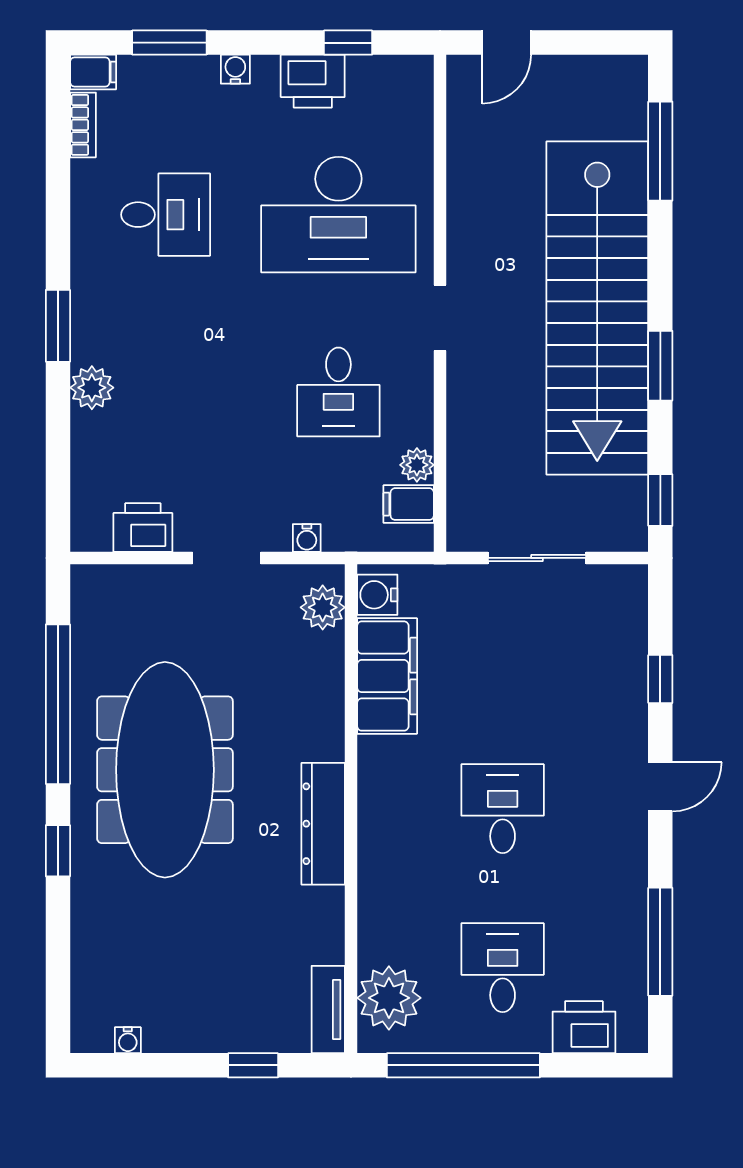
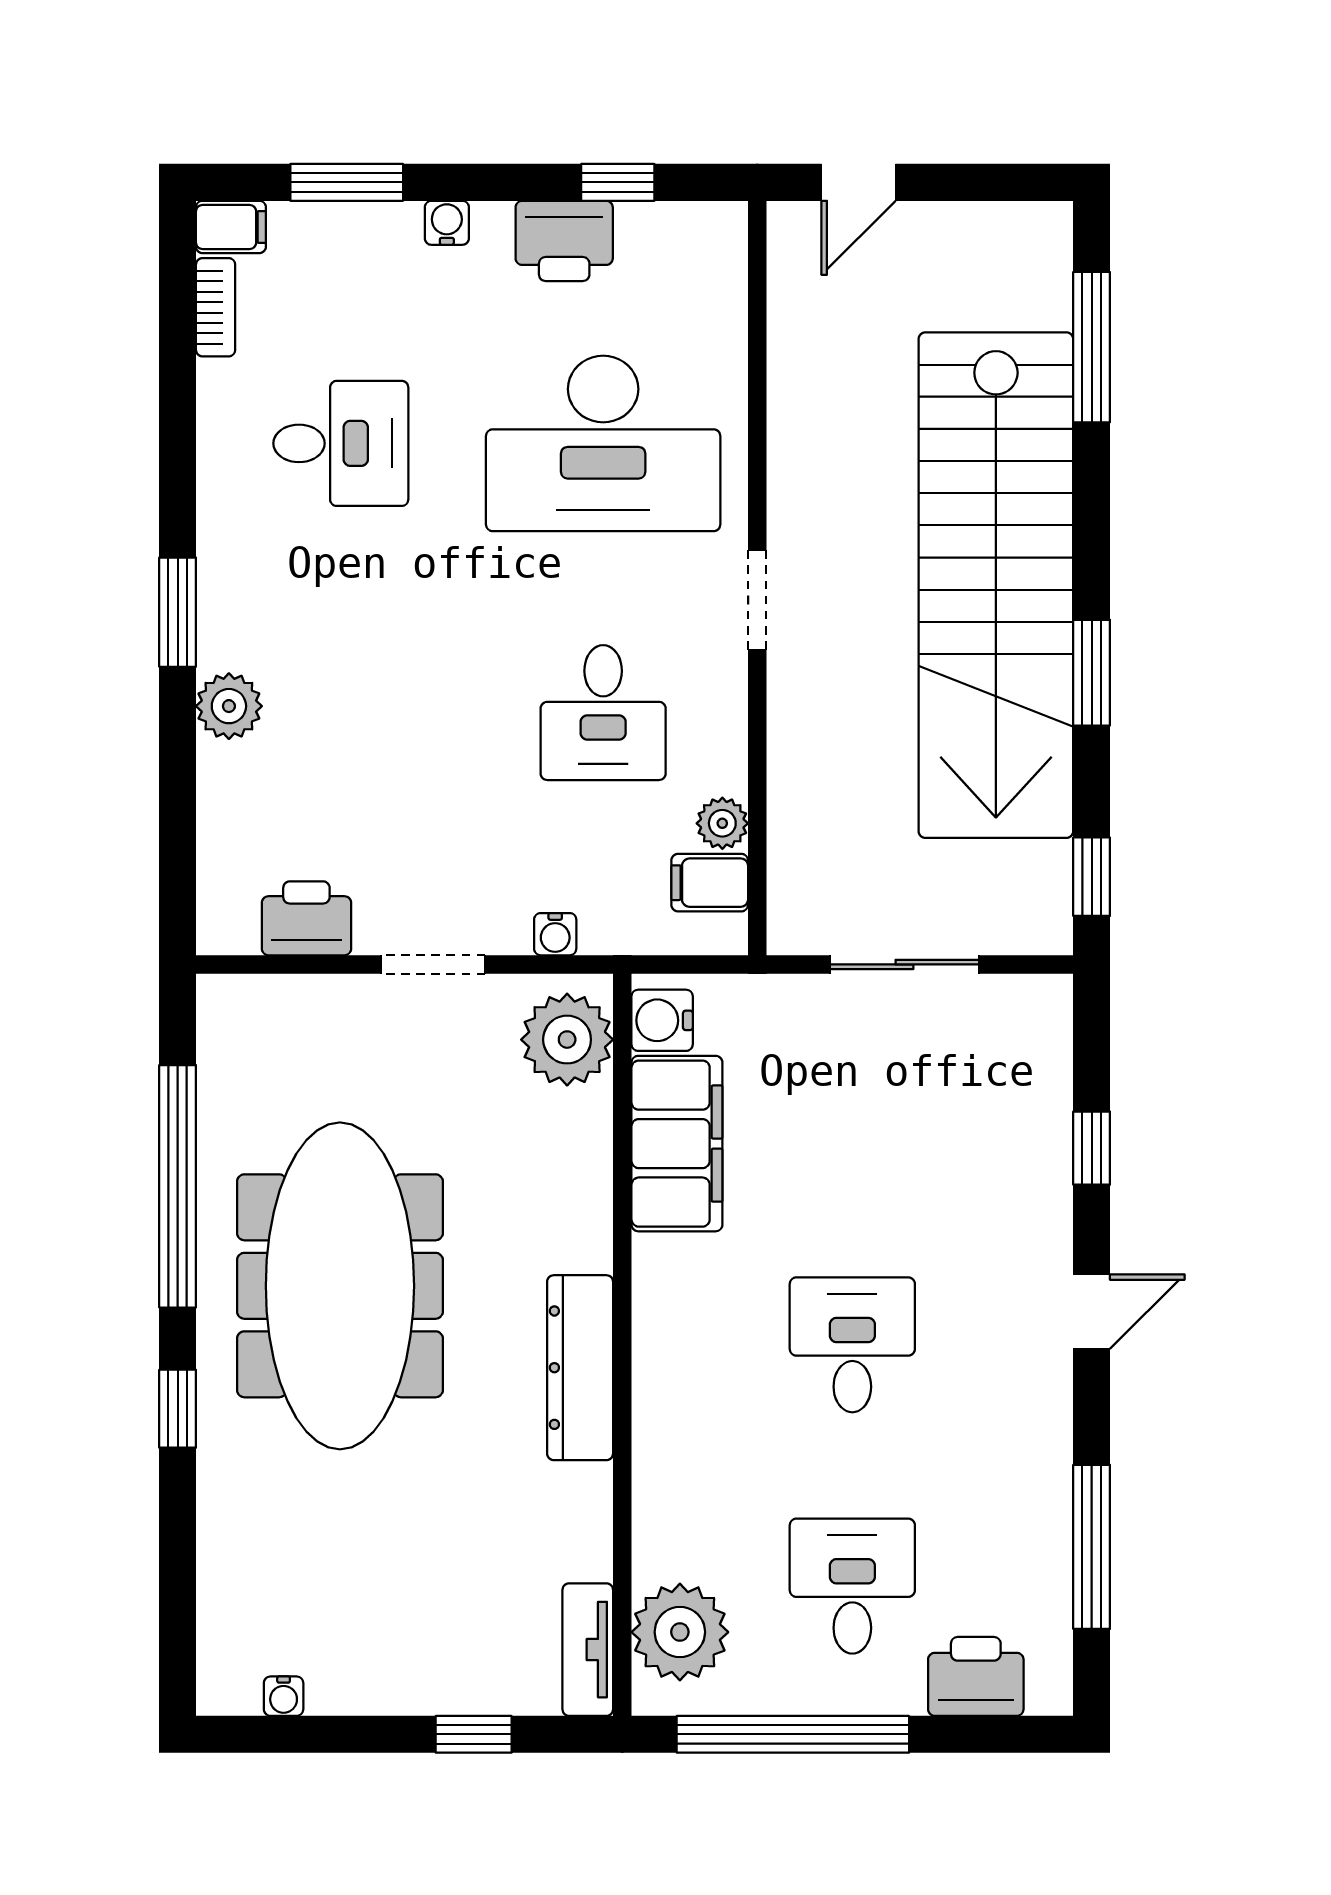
plant: (323, 607) -> (567, 1040), width x1.36, depth x1.36

